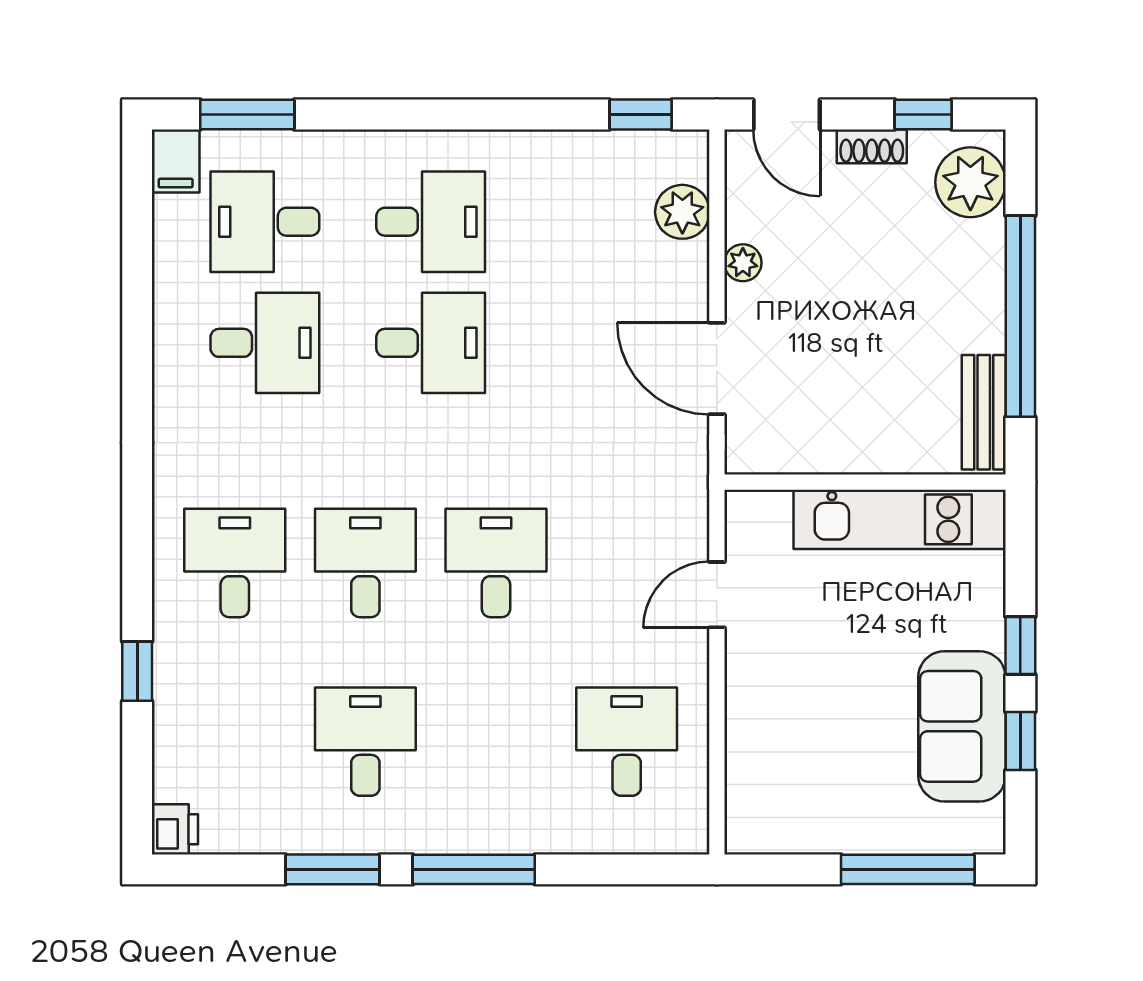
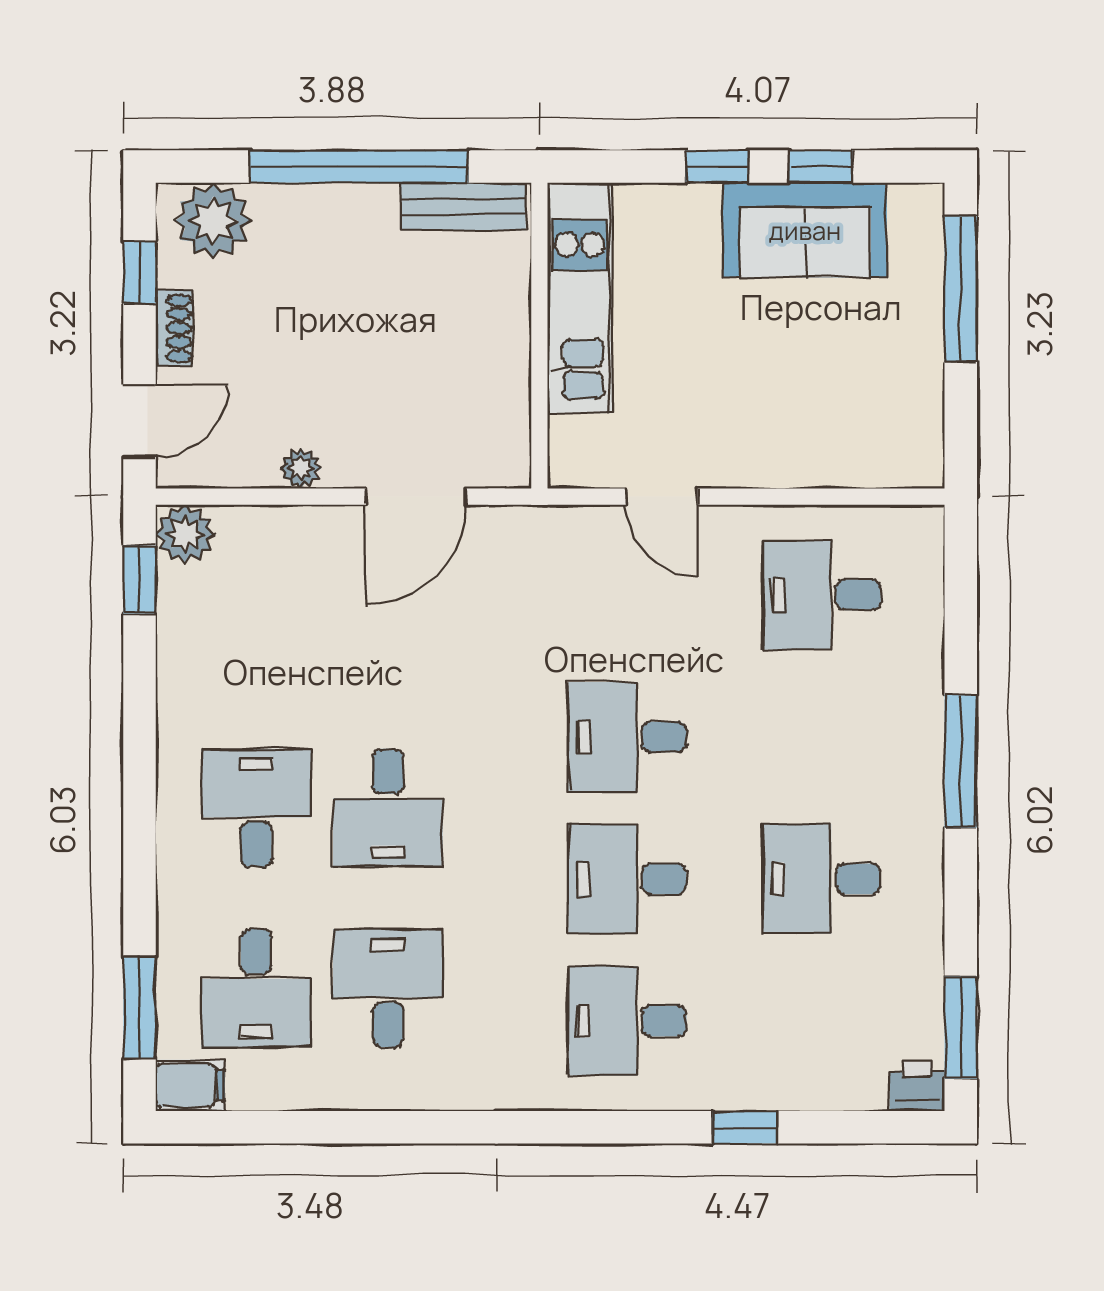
plant: (682, 212) -> (185, 534), moved
desk: (431, 343) -> (388, 808), turned 180
window: (333, 869) -> (961, 1028), moved

